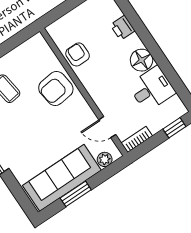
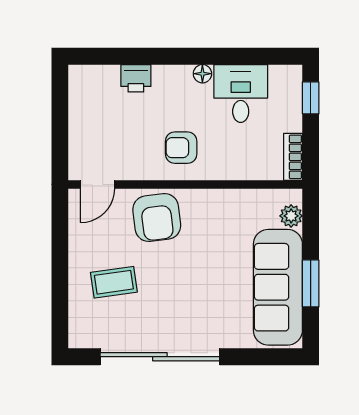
armchair: (78, 54) -> (181, 148), moved
floor lamp: (142, 60) -> (202, 74), width x0.53, depth x0.53
door: (107, 127) -> (98, 184), moved

